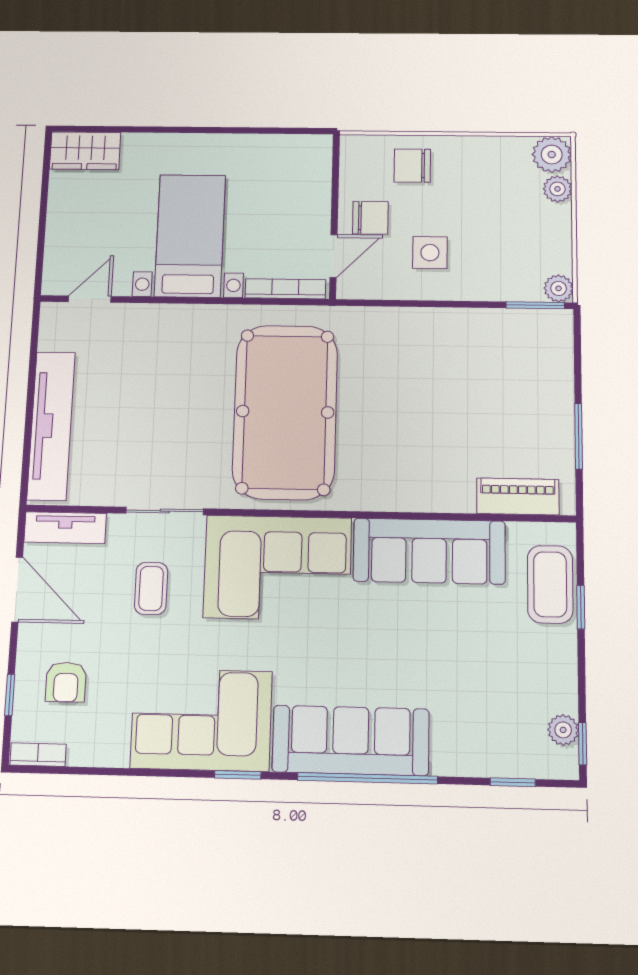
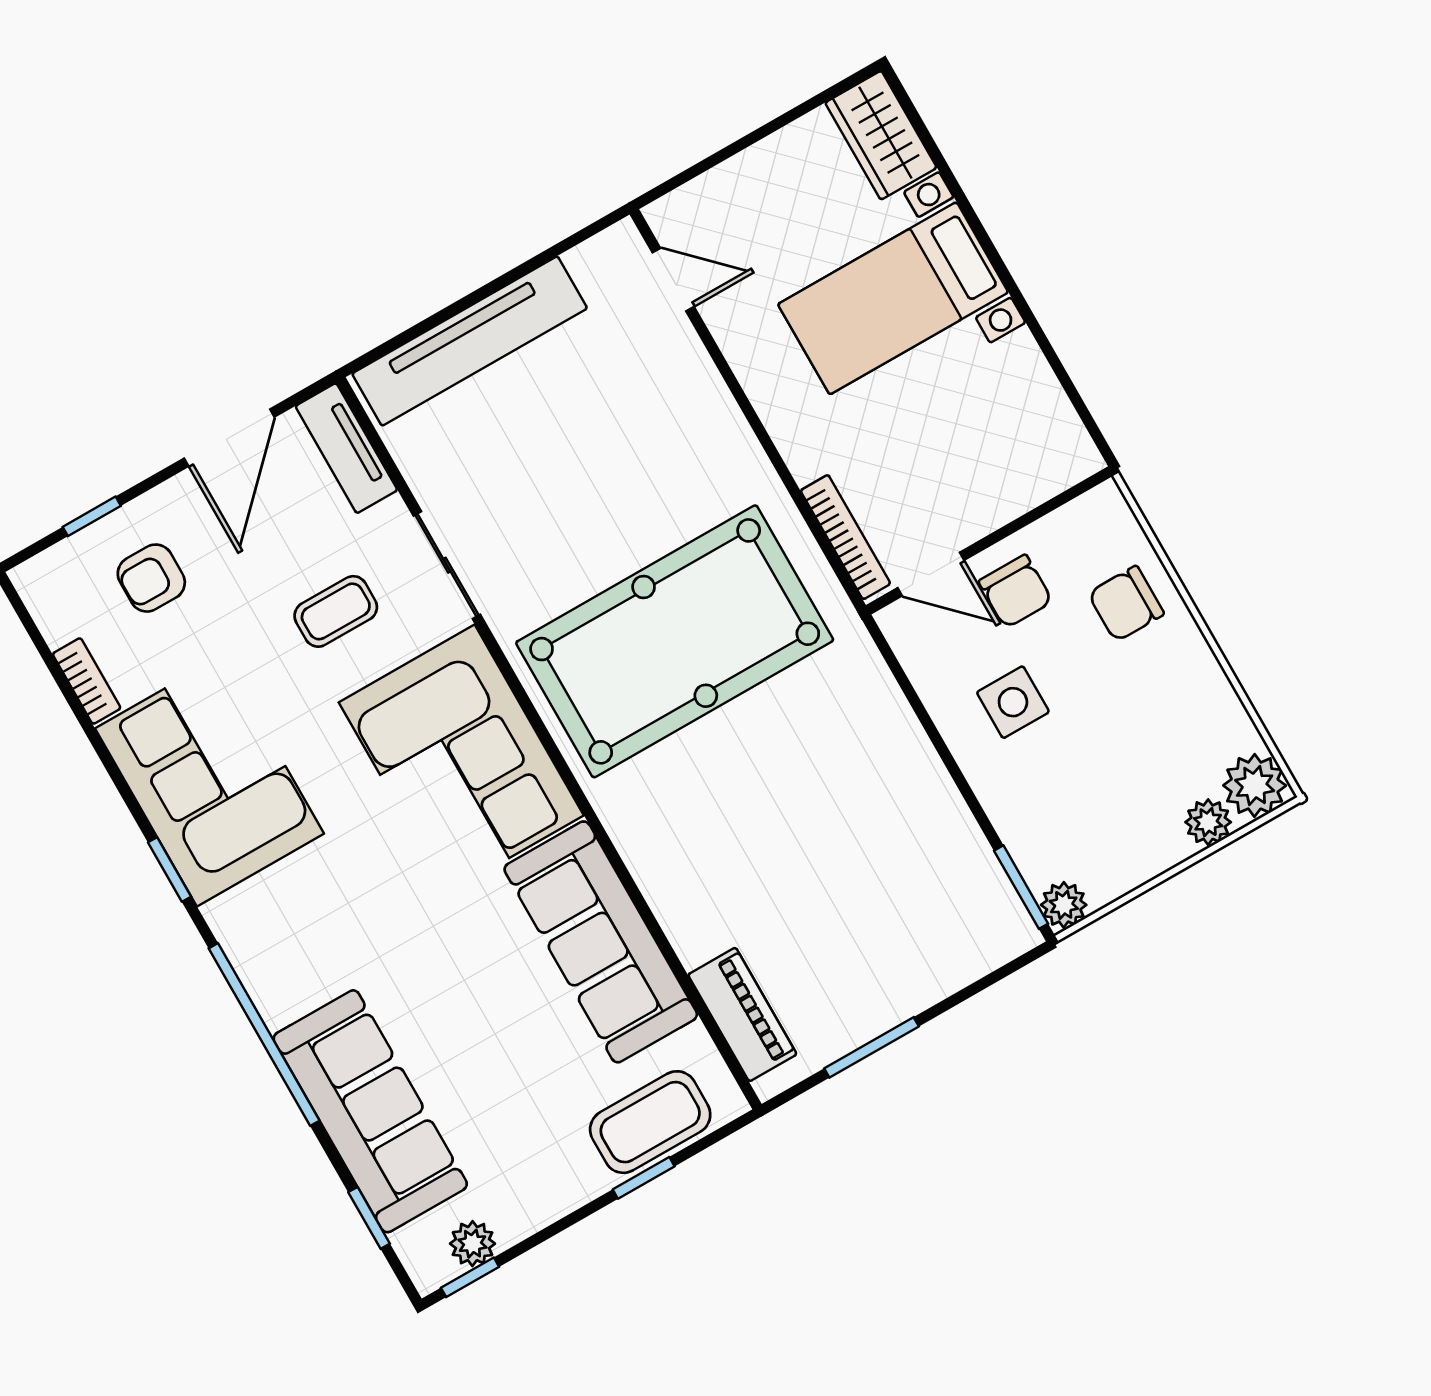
chair: (412, 166) -> (1126, 604), turned -90
bed with nightstands: (190, 236) -> (893, 298), moved, turned 180
sofa: (351, 740) -> (370, 1111), moved
bookcase: (38, 755) -> (87, 681), moved

